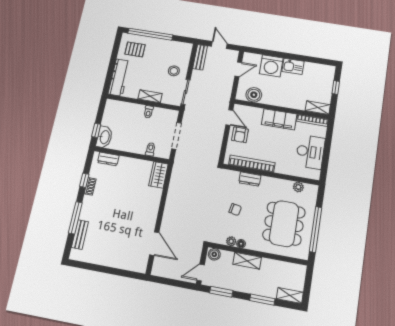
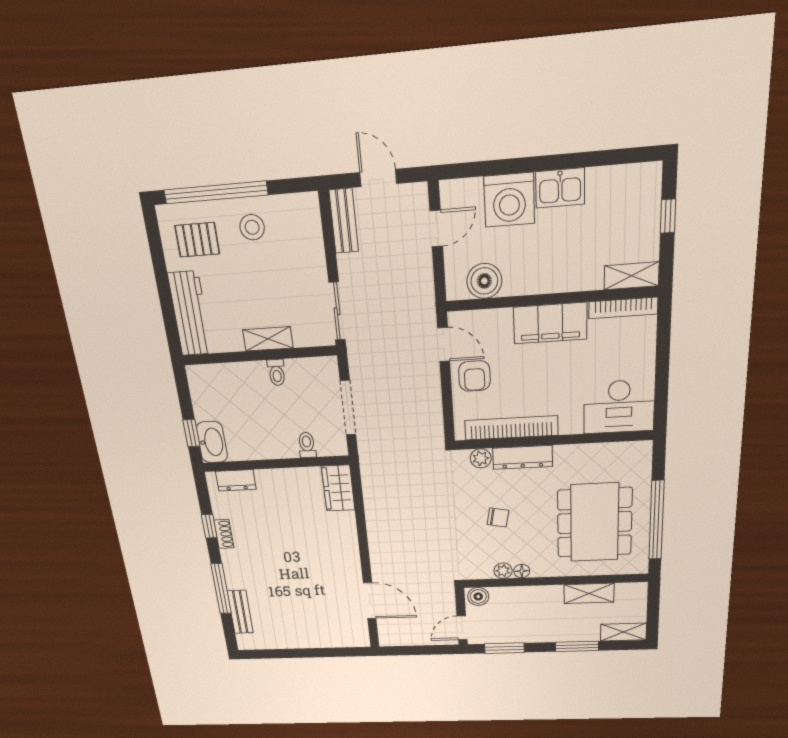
stool: (174, 71) -> (252, 227), moved
desk: (310, 152) -> (619, 407), moved, turned 90
dresser: (250, 179) -> (523, 457), width x1.44
plant: (298, 187) -> (481, 458), moved
shelving: (247, 261) -> (589, 593), moved

